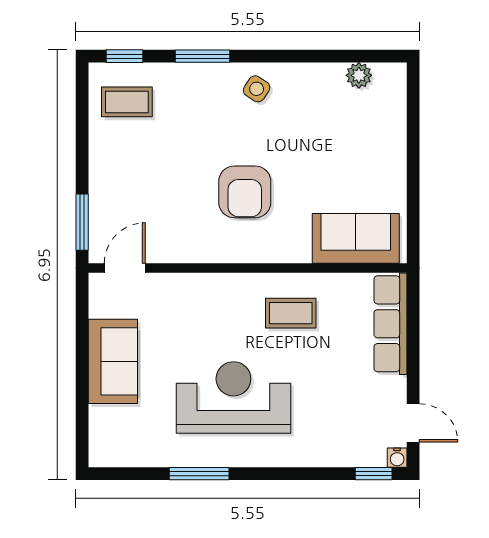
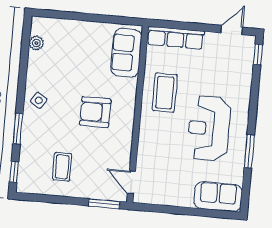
coffee table: (127, 102) -> (62, 167), moved
armchair: (245, 192) -> (95, 112), turned 180
coffee table: (291, 313) -> (165, 93), width x1.36, depth x1.30
sofa: (113, 361) -> (218, 197), moved
water cooler: (397, 458) -> (250, 41), removed

